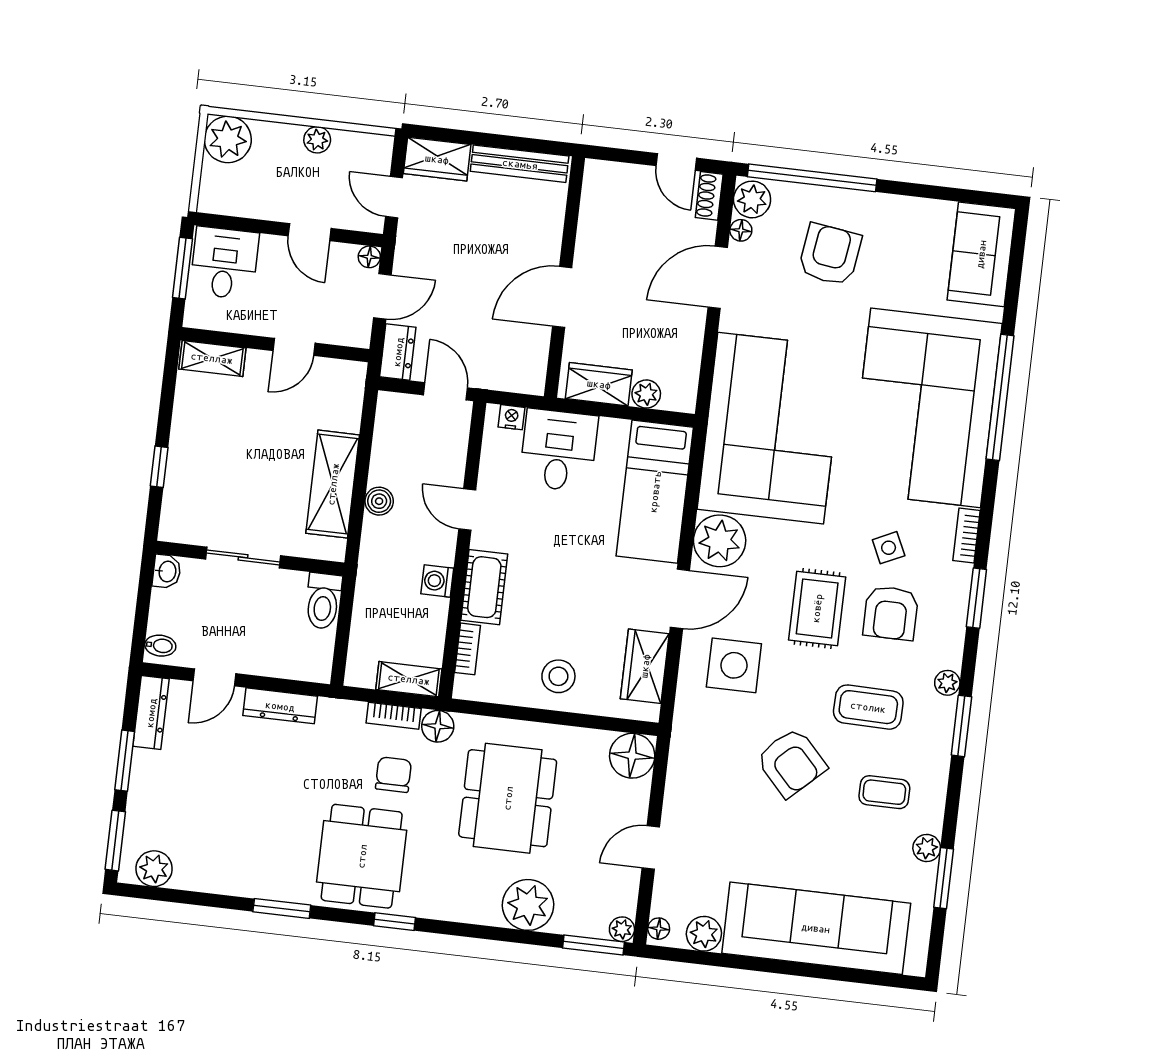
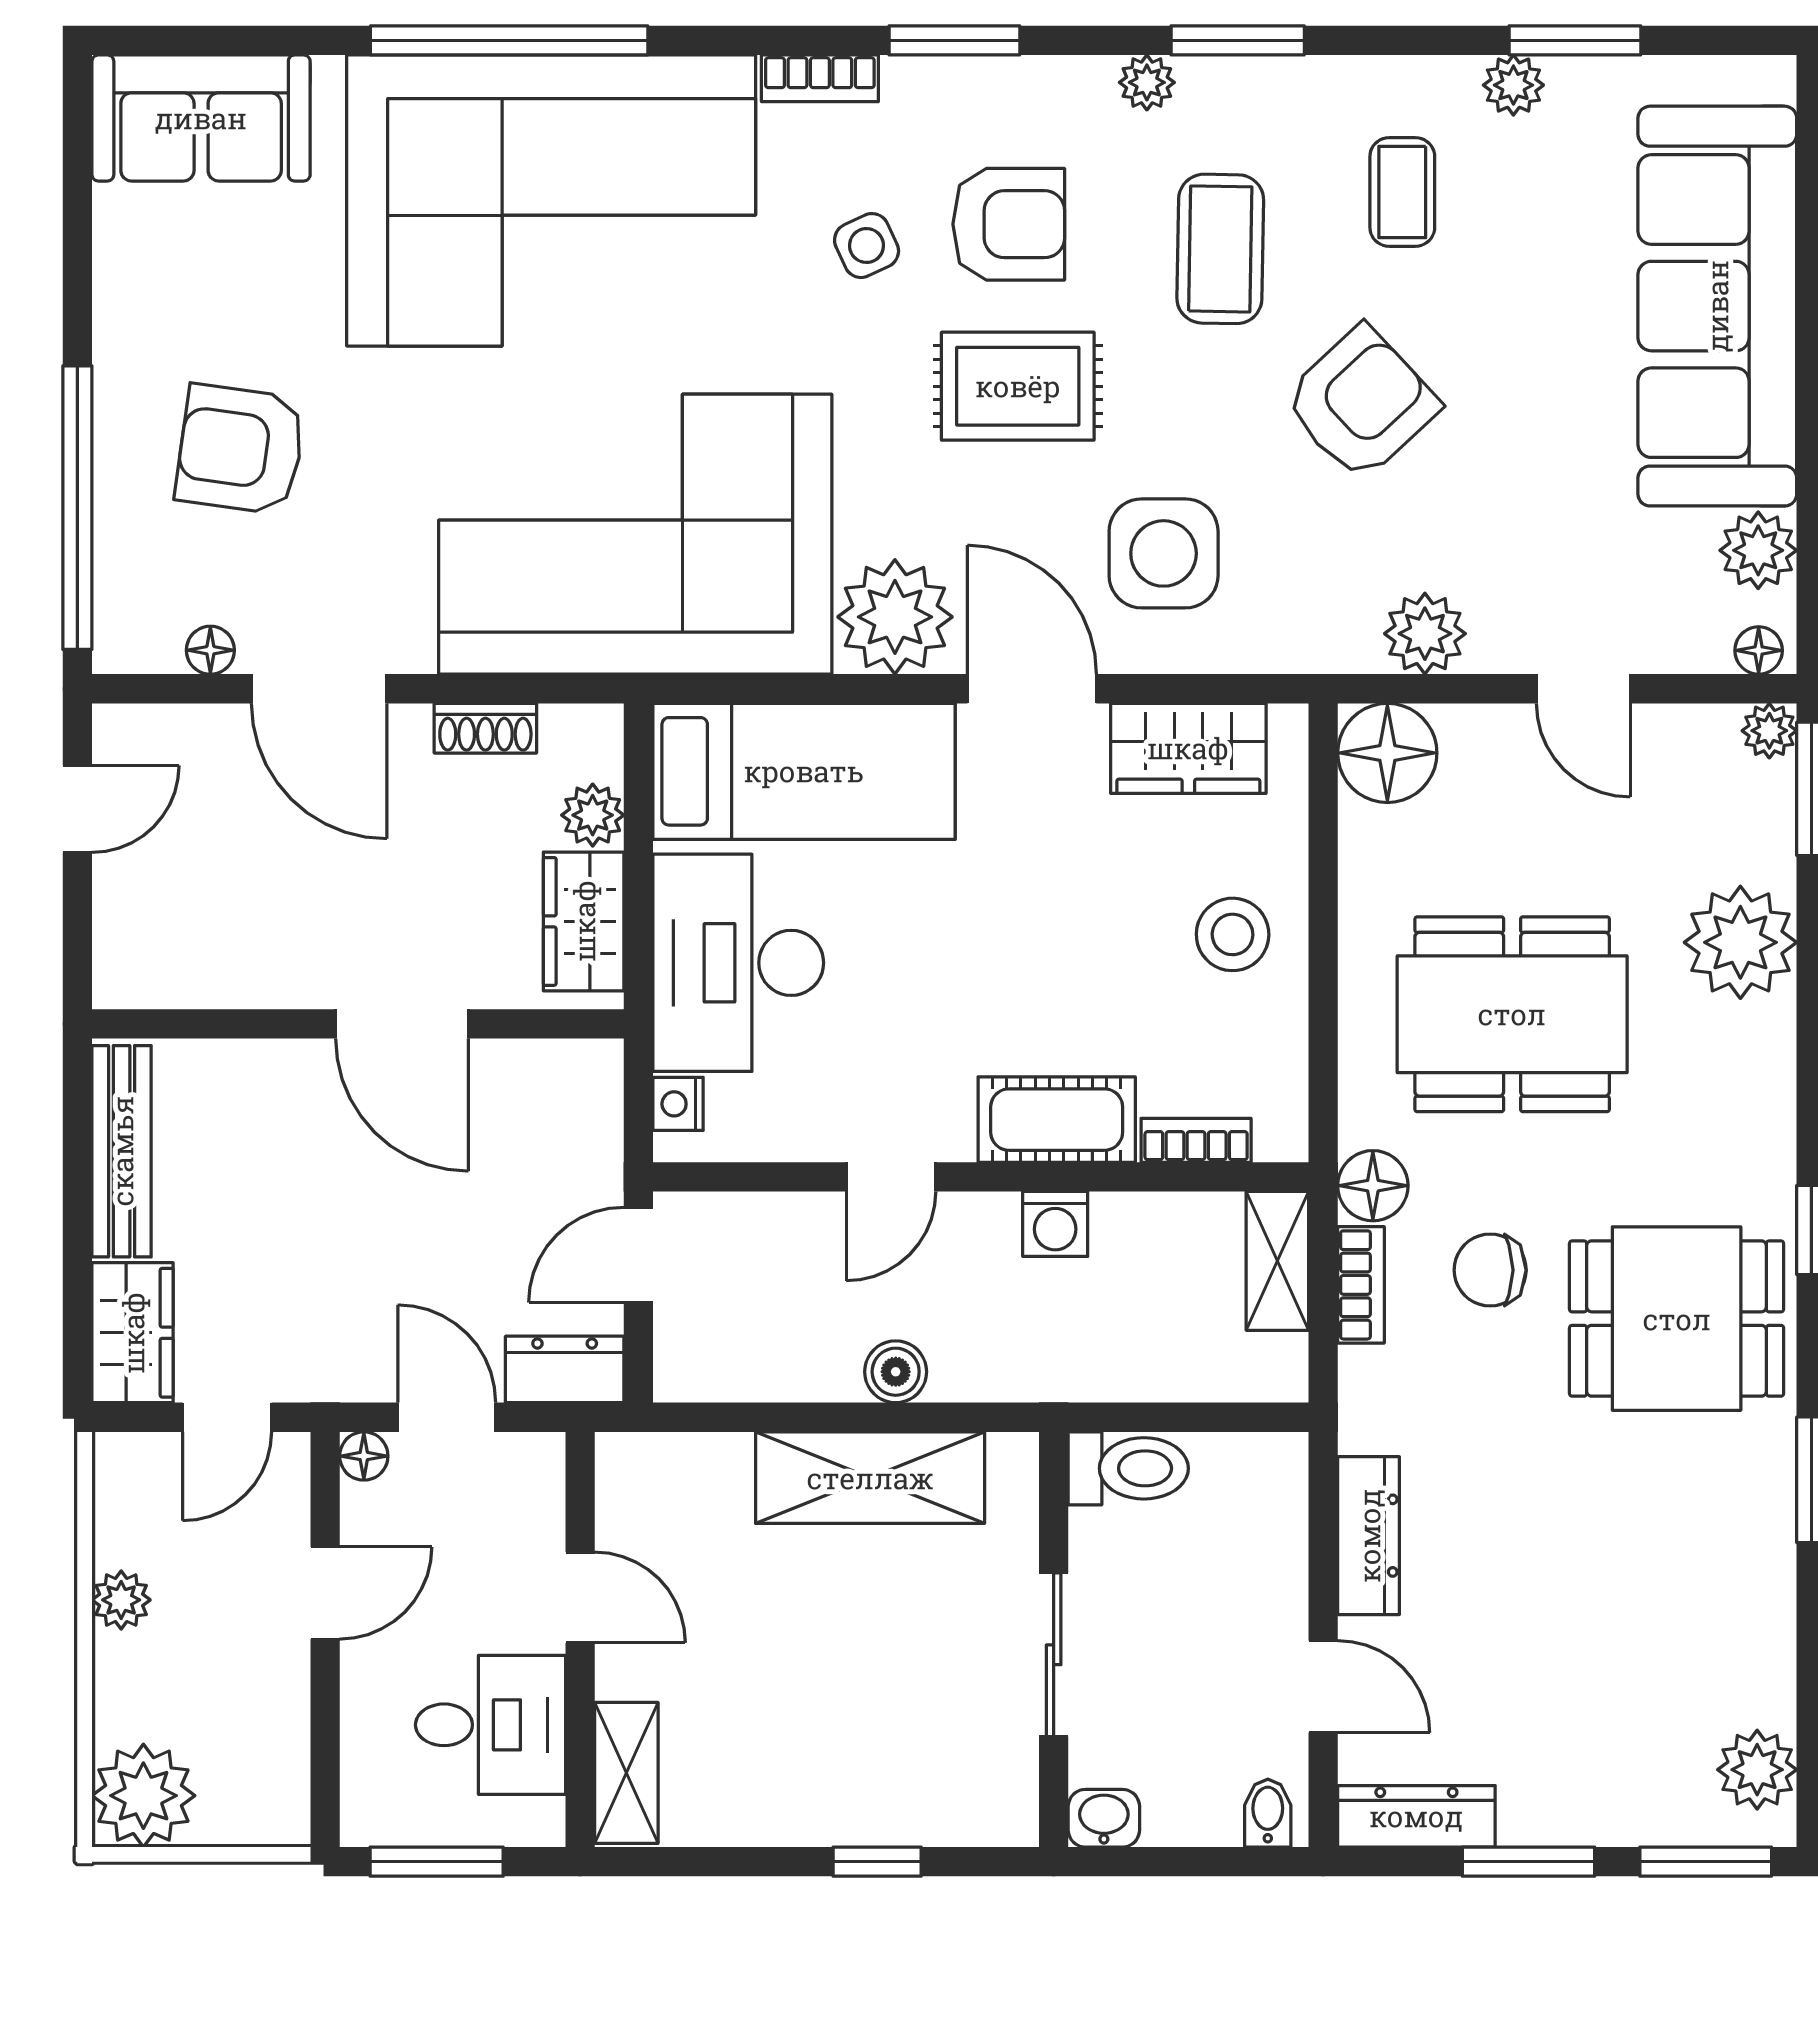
shoe rack: (709, 196) -> (485, 728), moved
plant: (752, 199) -> (1425, 634), moved
desk: (224, 263) -> (490, 1725), moved, turned 180
desk: (559, 450) -> (738, 963), width x1.37

